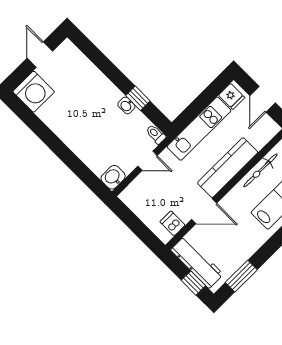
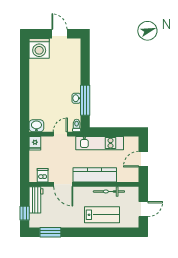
door: (40, 55) -> (59, 34), hinge flipped
fridge: (232, 96) -> (35, 143), moved
window: (138, 98) -> (85, 100), width x2.17
door: (148, 161) -> (60, 134), swing flipped
workbench: (197, 262) -> (36, 200), width x0.73

